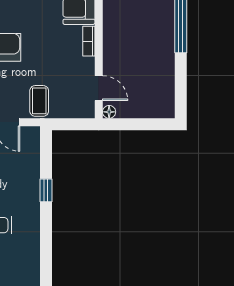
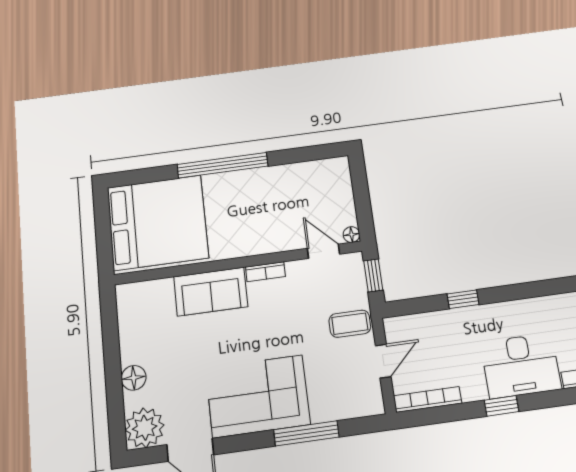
door: (99, 88) -> (323, 251), hinge flipped
window: (74, 124) -> (373, 275), added

